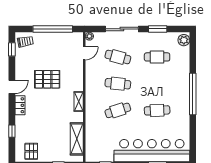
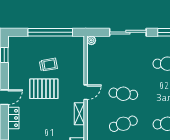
trolley: (25, 42) -> (48, 65), moved
door: (84, 53) -> (86, 92), moved
cafe table: (118, 57) -> (123, 64), removed

